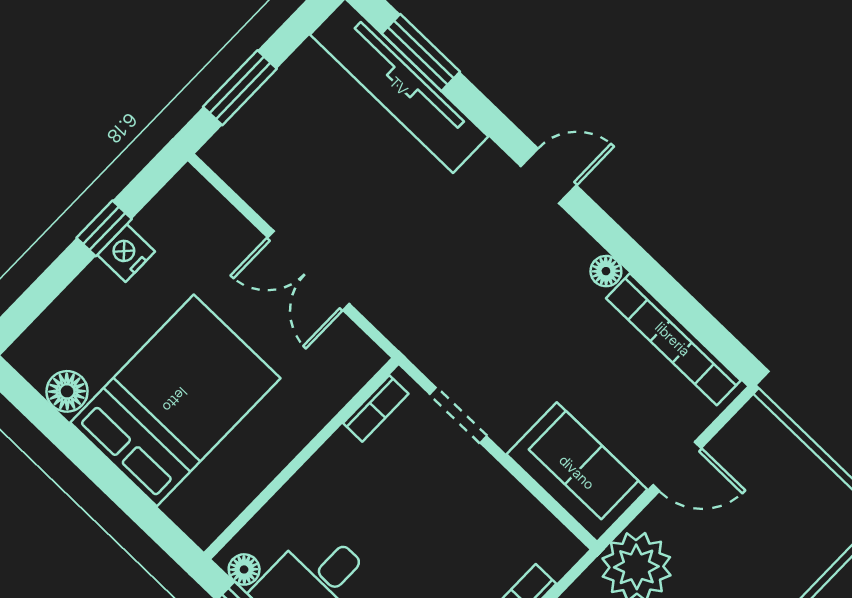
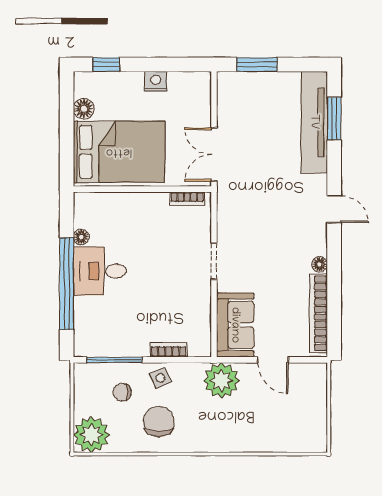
window: (104, 228) -> (106, 65), moved
bookcase: (376, 408) -> (187, 199), moved
wall: (301, 459) -> (142, 189), moved

